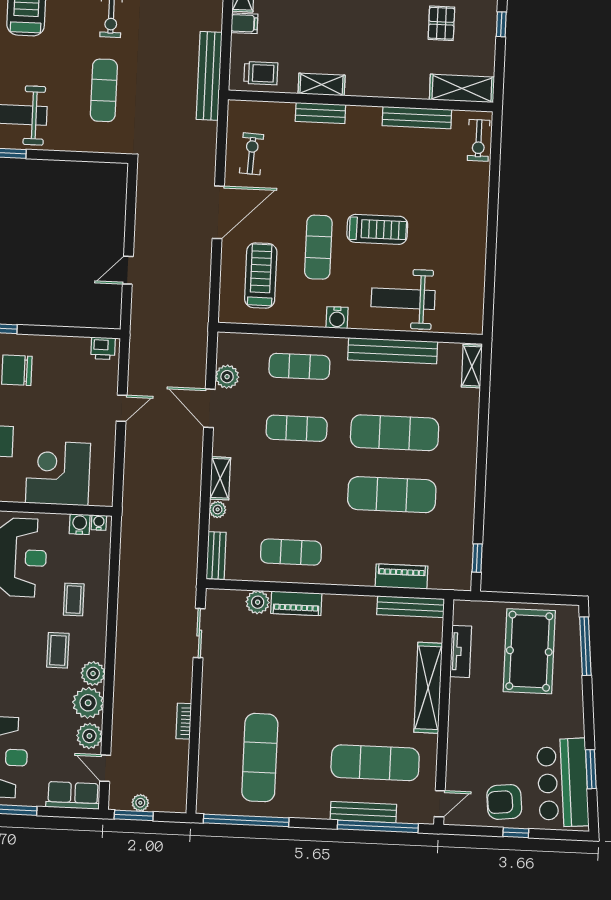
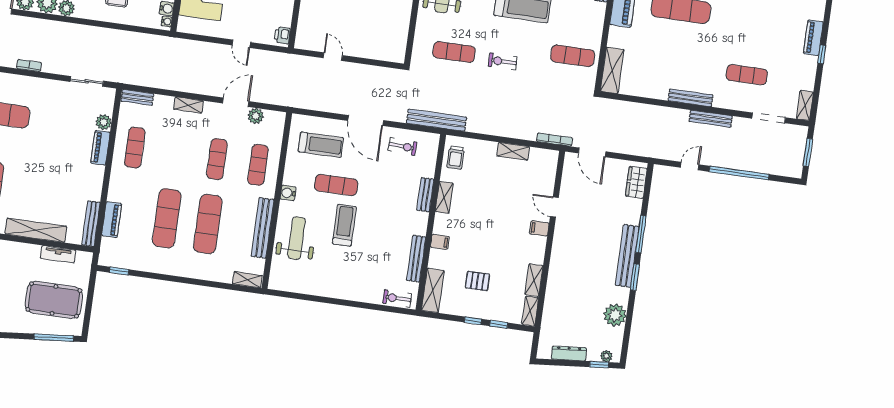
filing cabinet: (244, 23) -> (440, 242), moved, turned -90
bench: (209, 76) -> (436, 120), moved
treadmill: (377, 229) -> (344, 225), turned 180
plant: (218, 509) -> (168, 101), removed

